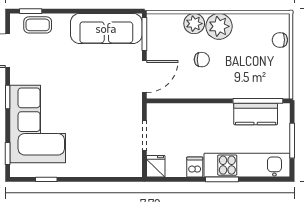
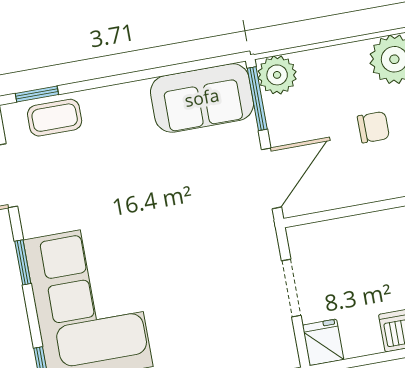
plant: (194, 24) -> (277, 75), moved
sofa: (106, 28) -> (202, 98), width x0.73

